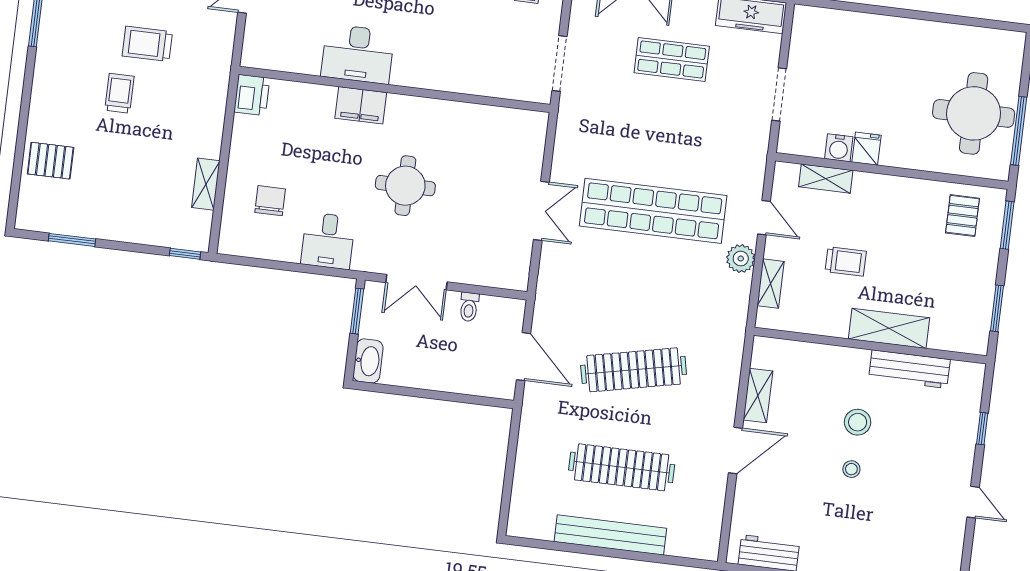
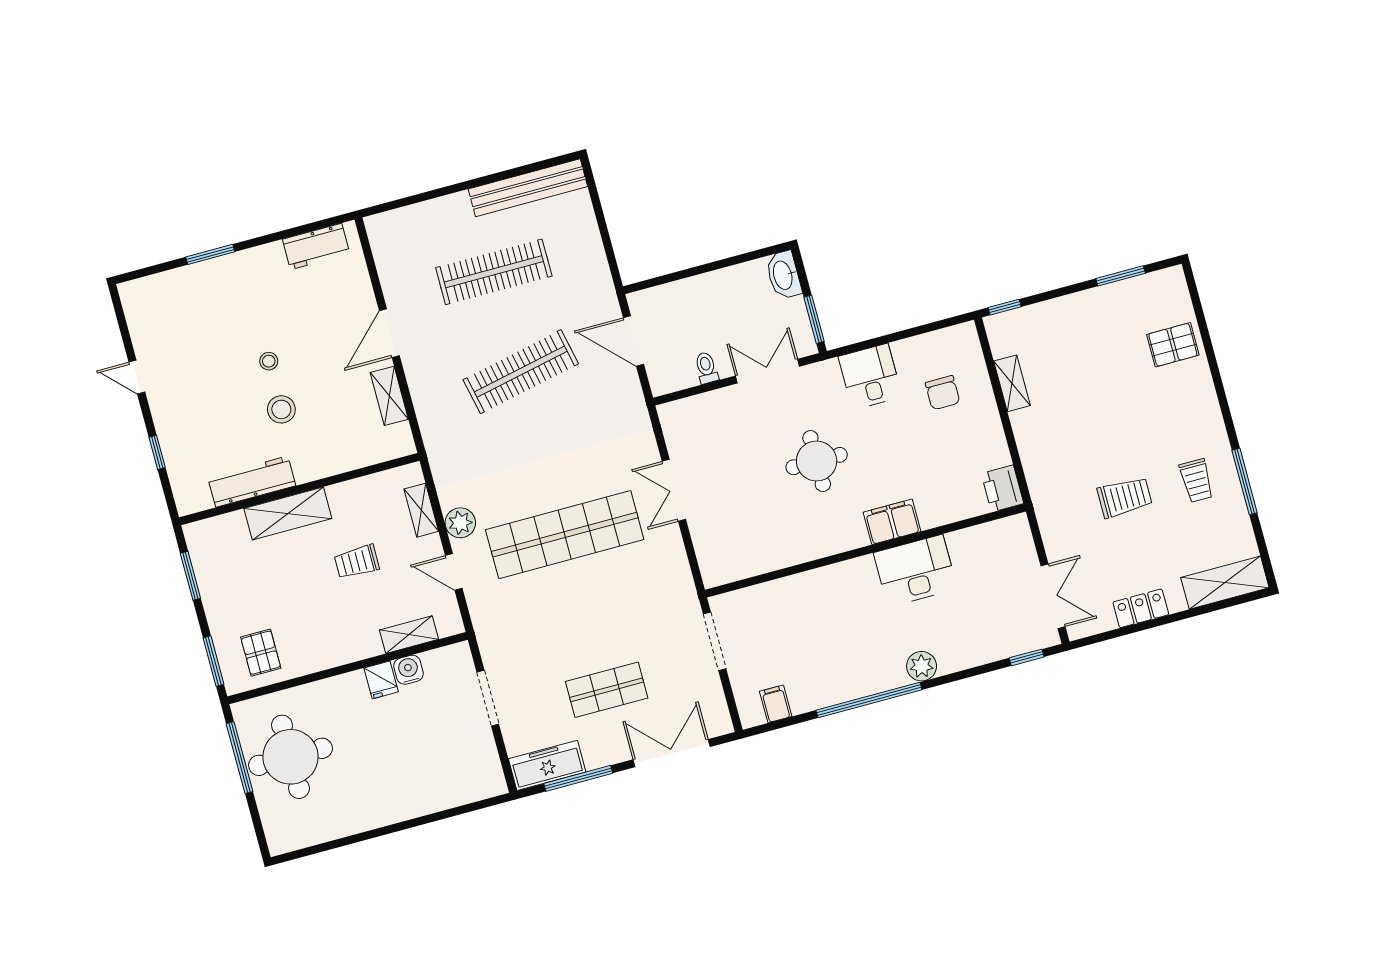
trolley: (119, 93) -> (1196, 481), moved
bench: (610, 535) -> (528, 188), moved

